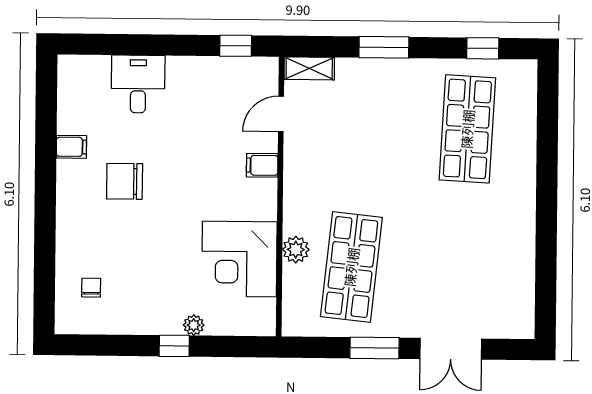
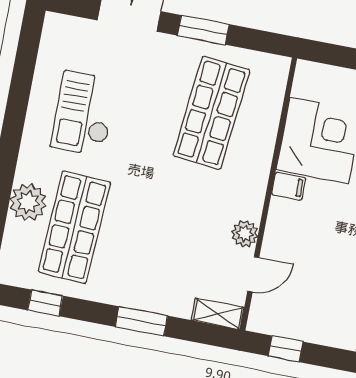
plant: (518, 145) -> (28, 202), added
filing cabinet: (262, 165) -> (289, 186), moved
checkout: (478, 244) -> (84, 114), added
plant: (296, 250) -> (245, 234), moved

